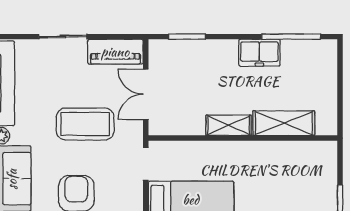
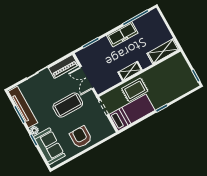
freezer: (259, 53) -> (122, 34), width x1.40
shelving: (284, 123) -> (163, 51), moved
rug: (218, 163) -> (135, 90), added

